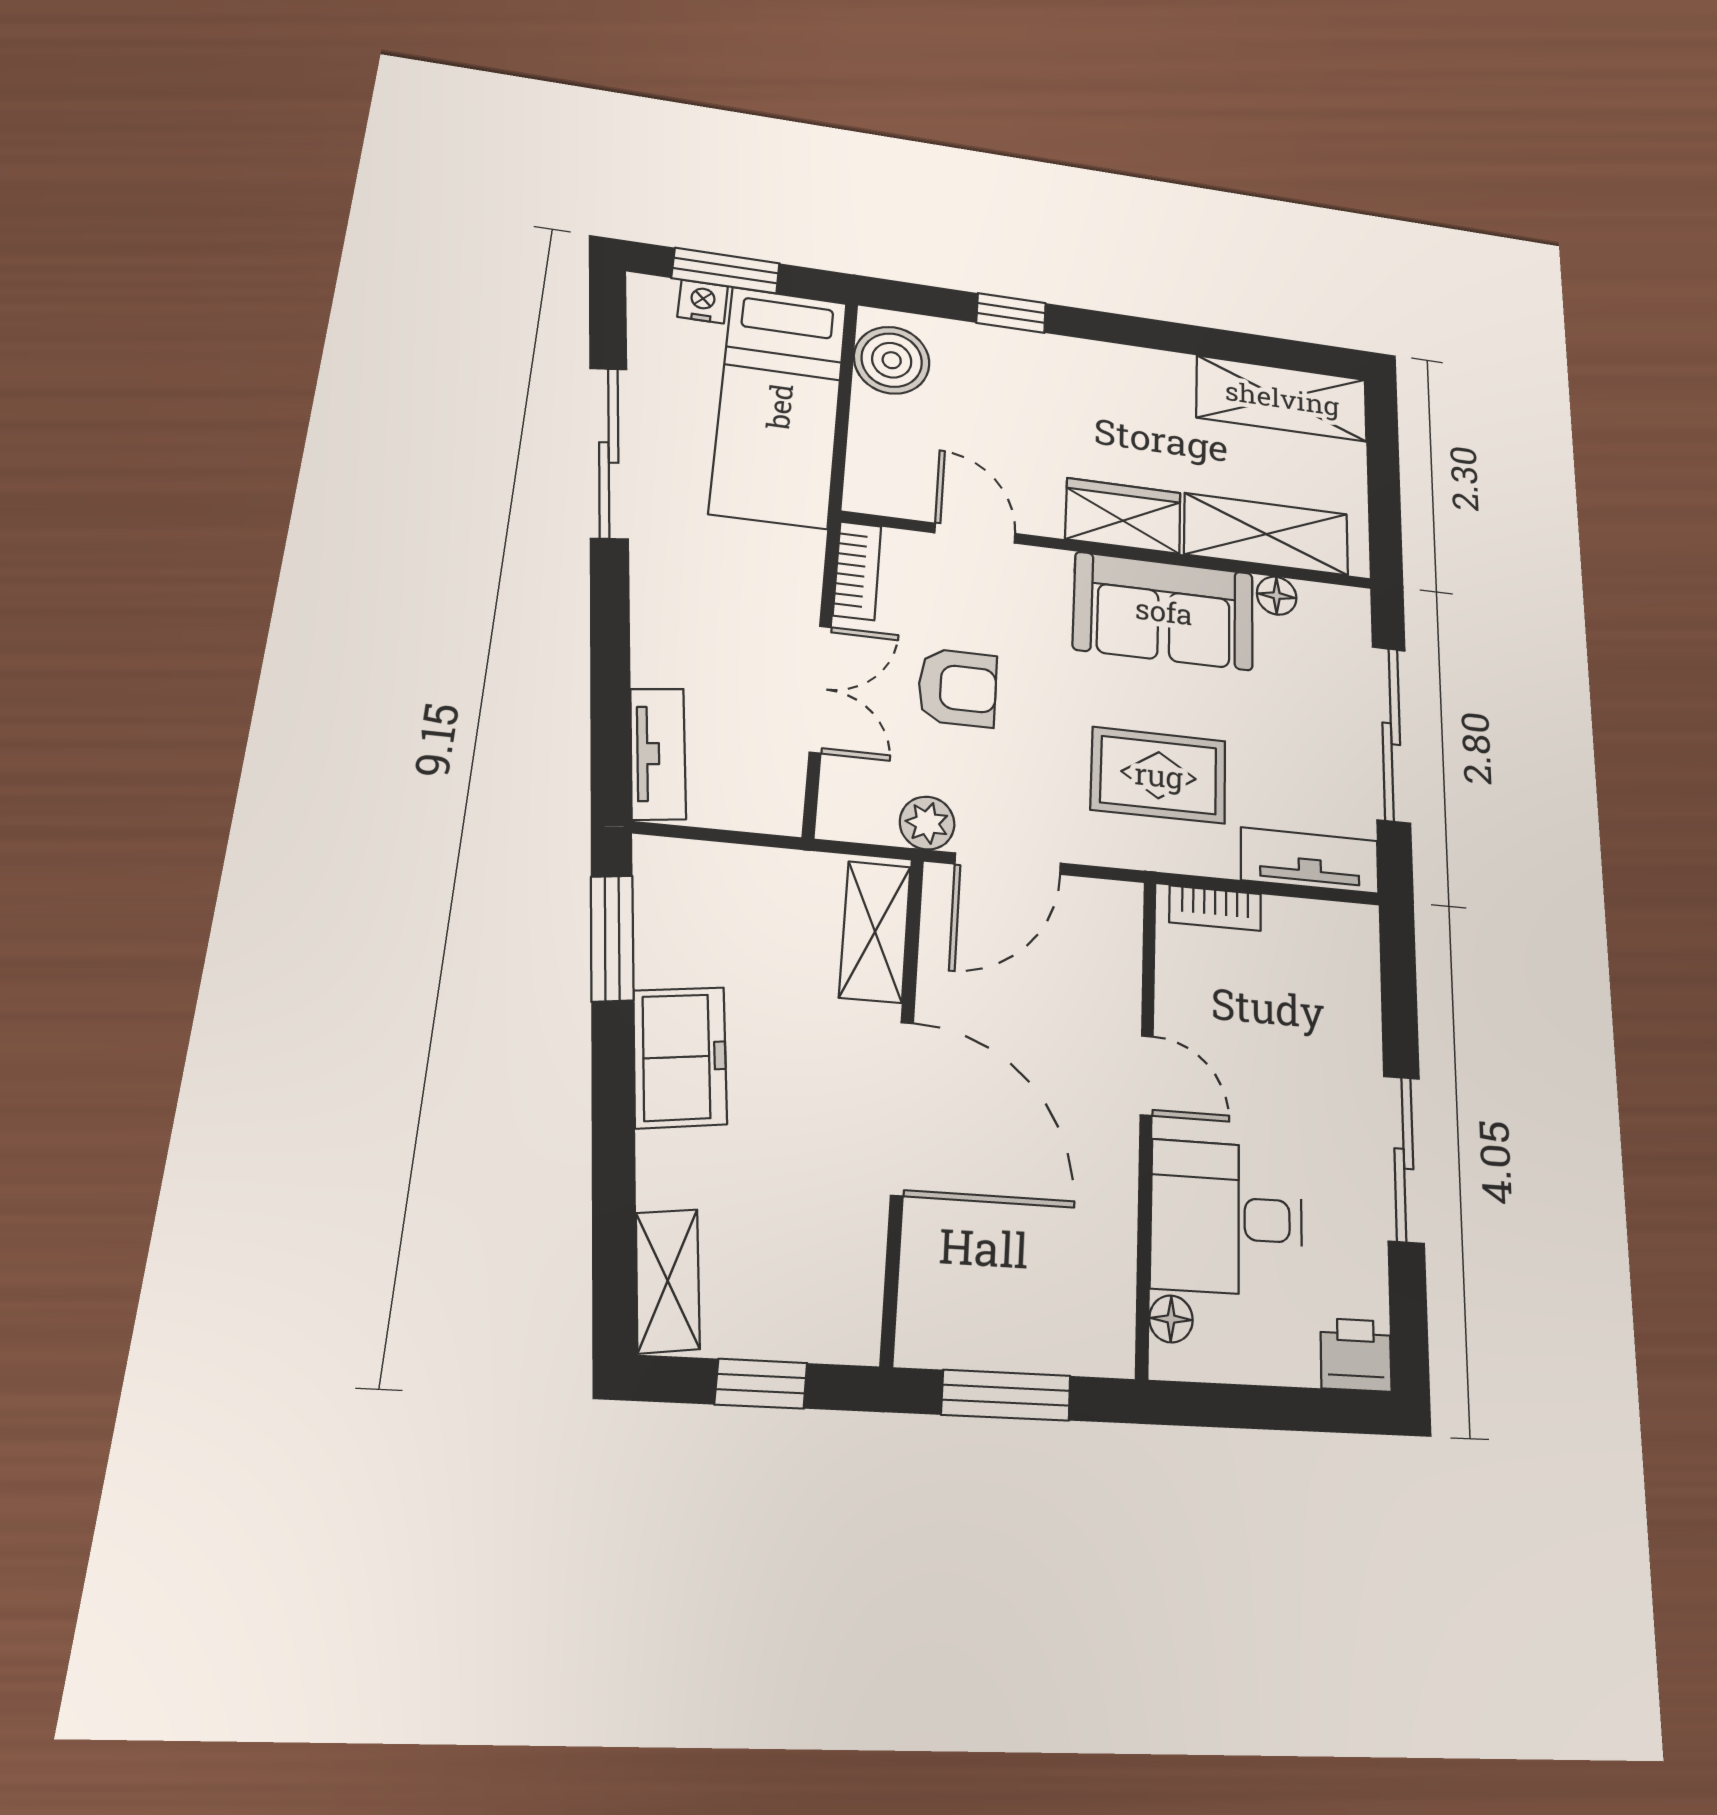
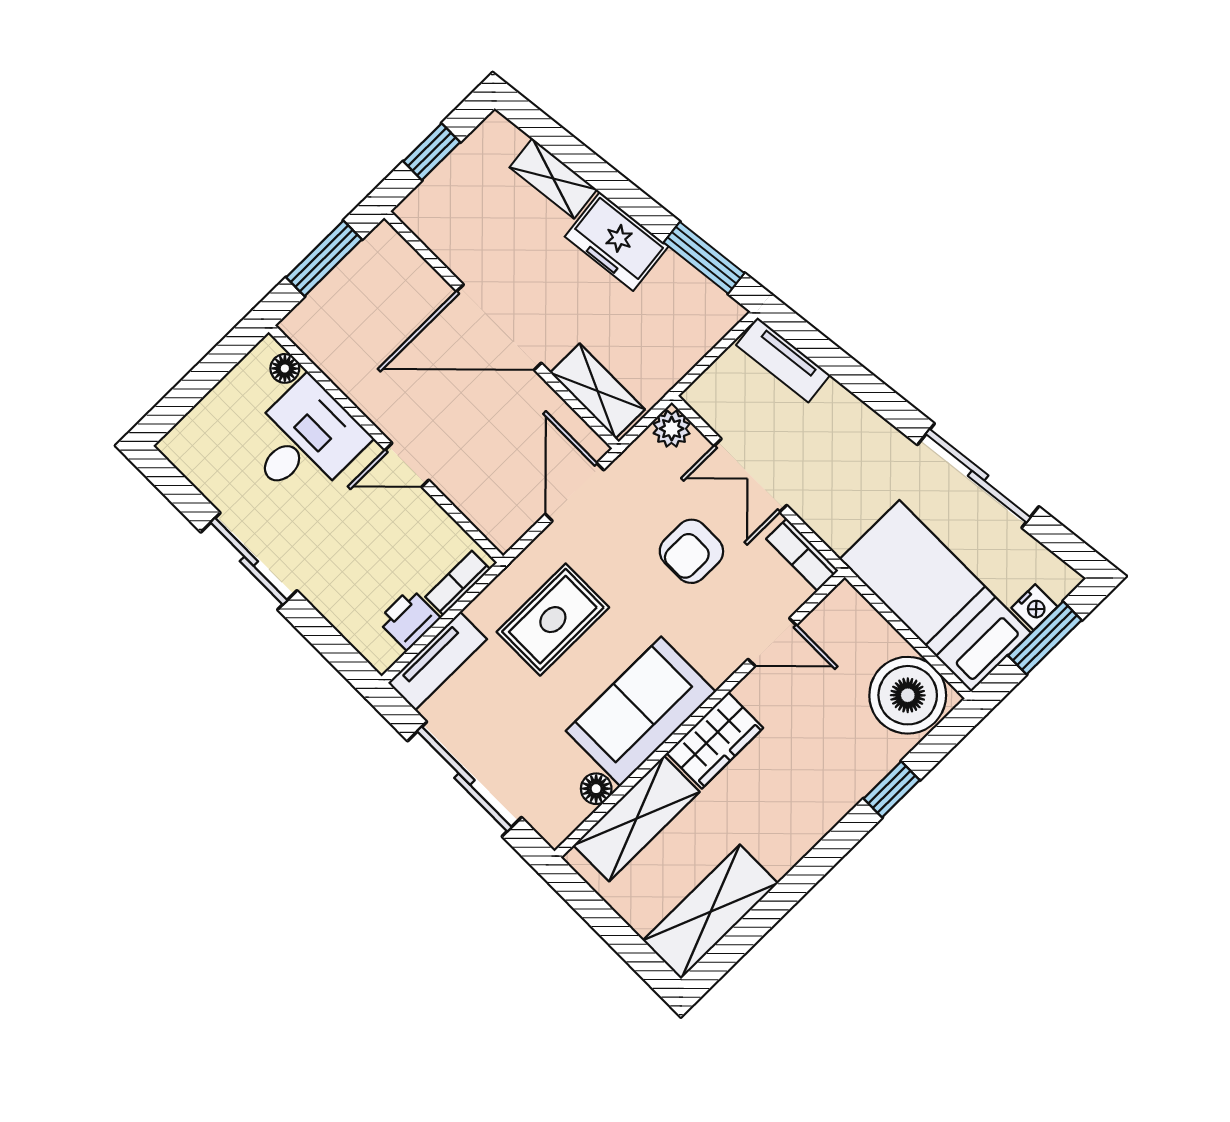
boiler: (892, 360) -> (908, 695), width x1.37, depth x1.37
plant: (927, 823) -> (672, 429), moved
shelving: (668, 1281) -> (553, 179), moved
printer: (1356, 1355) -> (409, 619), moved, turned 180

